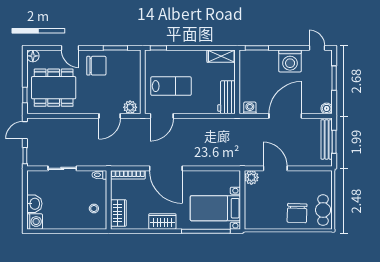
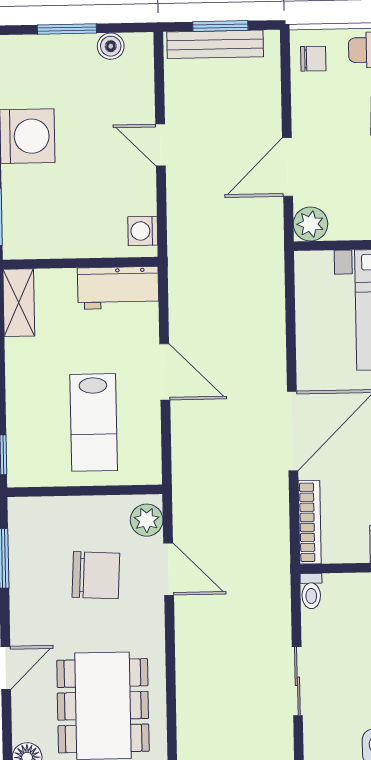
chair: (96, 66) -> (96, 575), moved, turned 93
lab bench: (171, 86) -> (94, 422), turned 180
boiler: (327, 108) -> (111, 46), moved
door: (162, 116) -> (165, 372), moved
door: (285, 116) -> (160, 145), width x0.53
chair: (320, 180) -> (313, 59), added

